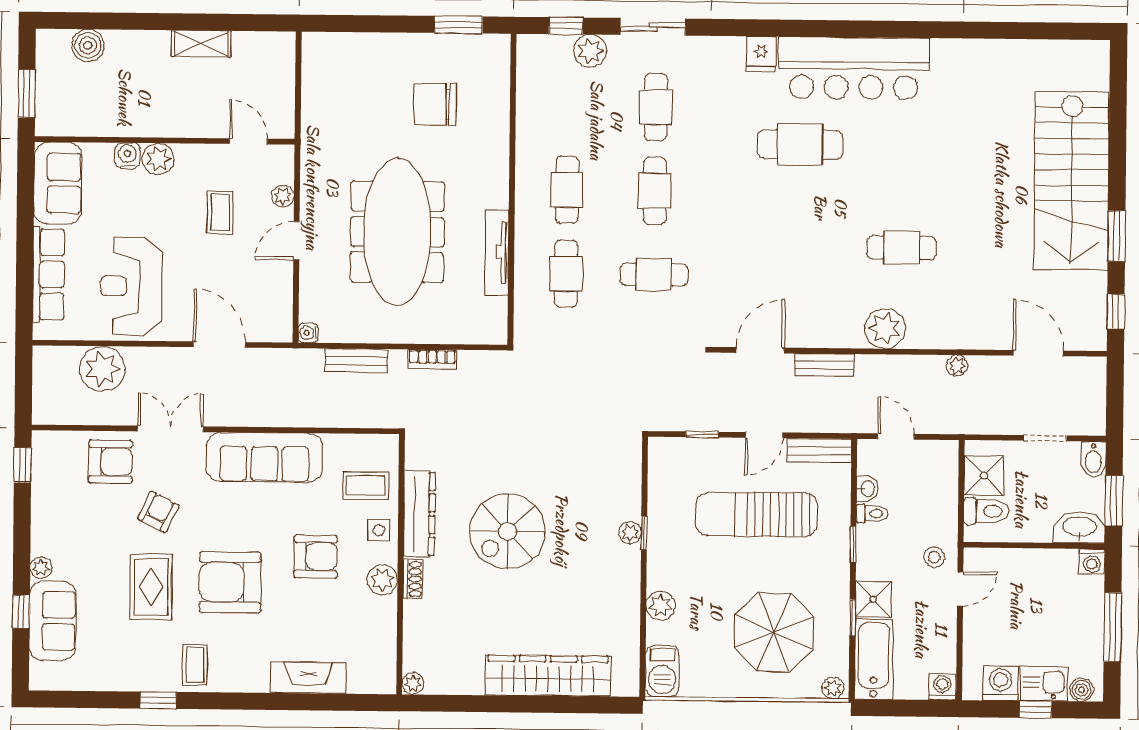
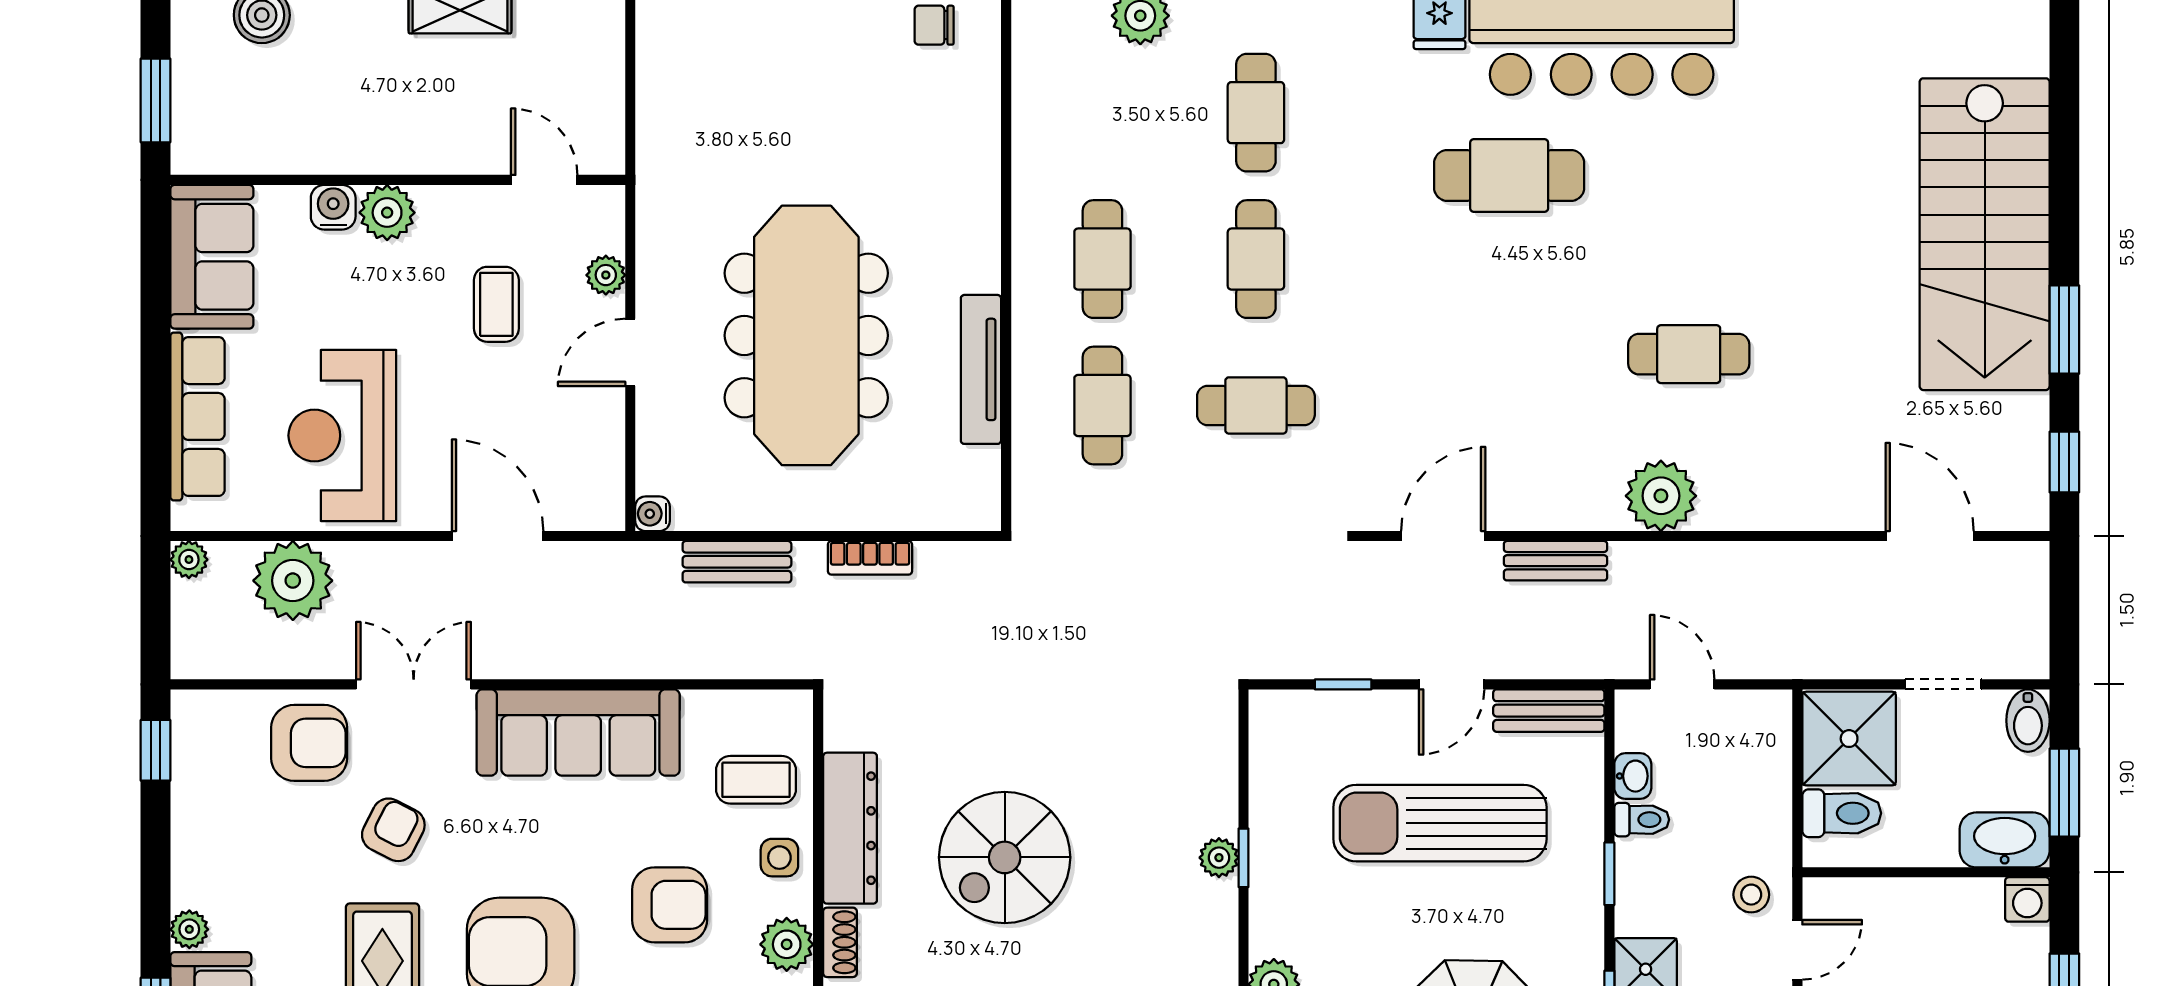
chair: (435, 104) -> (934, 25), moved, width x0.54, depth x0.54
plant: (957, 366) -> (189, 560), moved
shower: (984, 476) -> (1849, 739), width x1.36, depth x1.36

